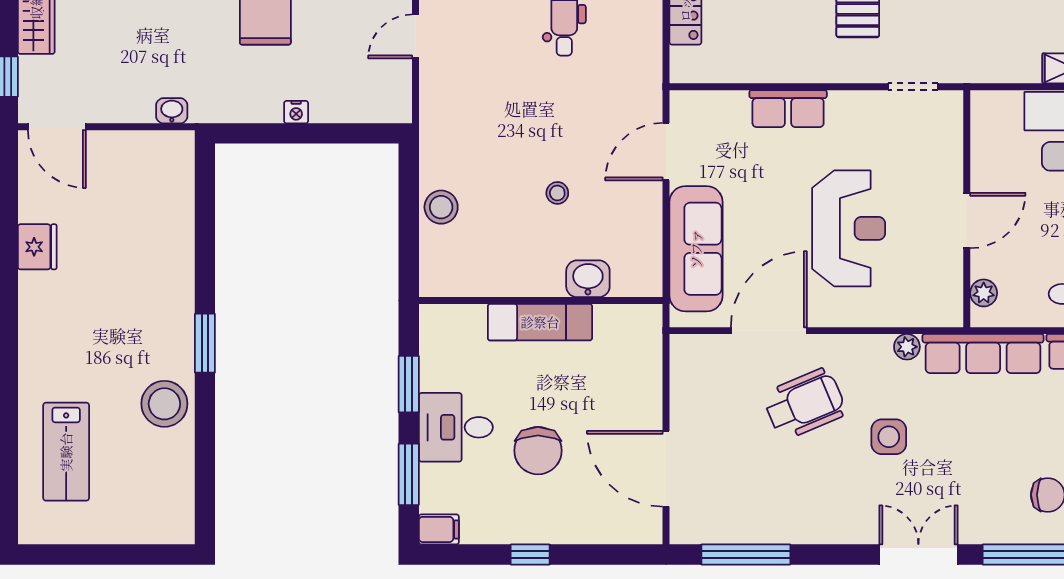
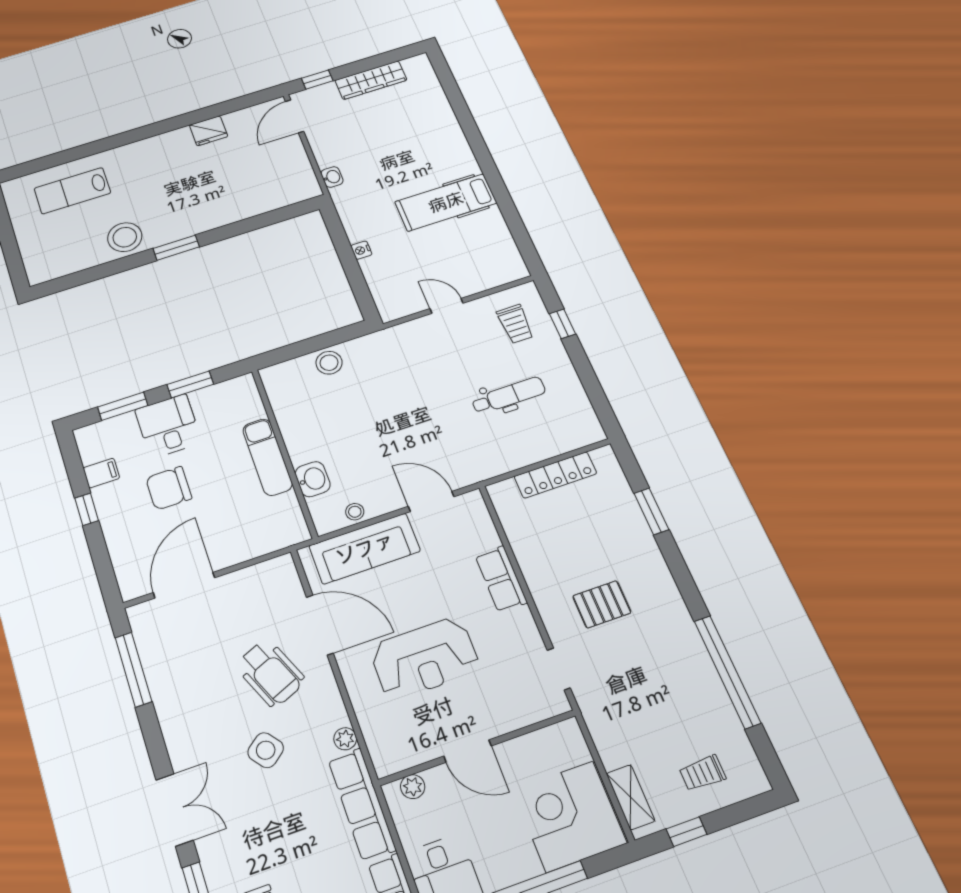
stool: (557, 193) -> (355, 512), moved
side table: (889, 437) -> (266, 750), turned -38
filing cabinet: (439, 529) -> (101, 473), moved, turned -90

